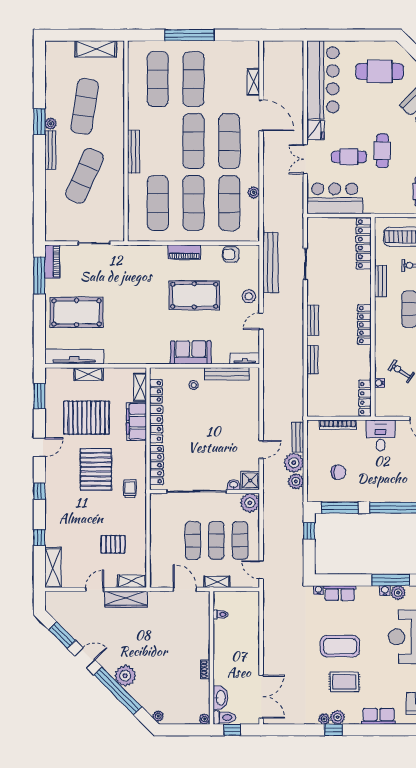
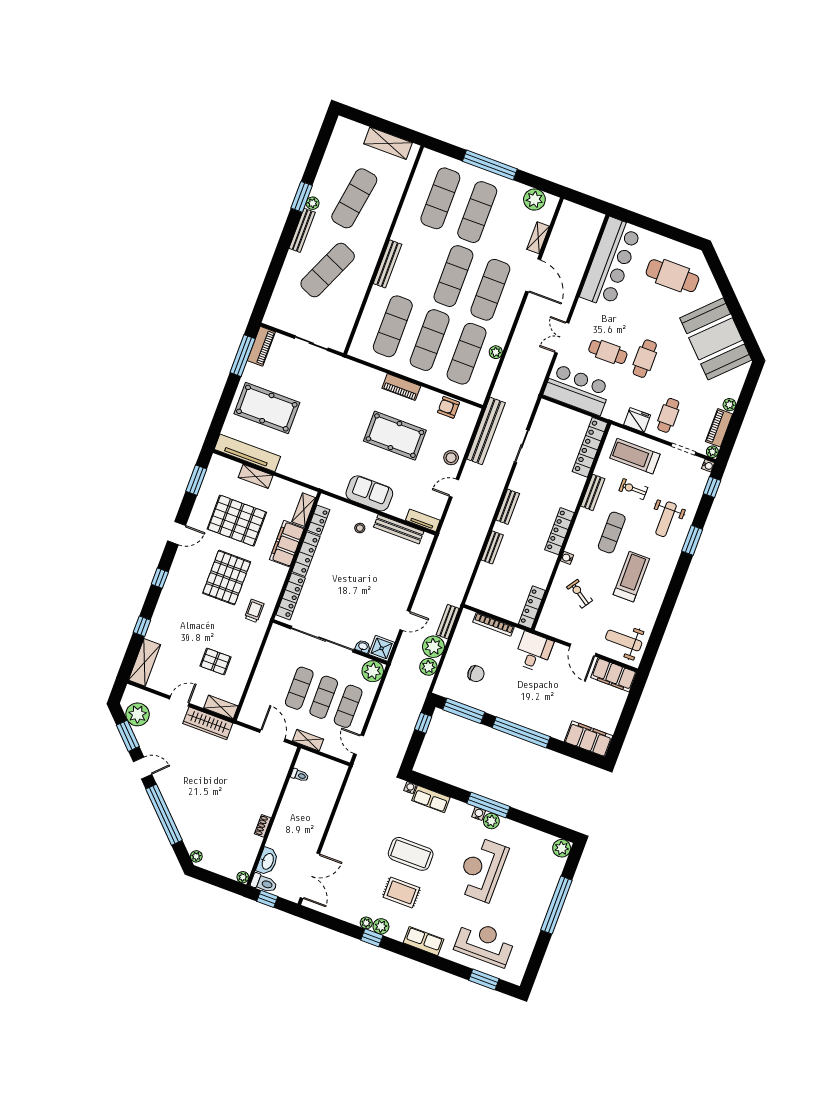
plant: (238, 50) -> (534, 200), added
fridge: (315, 130) -> (637, 420), moved, turned -90
water cooler: (379, 383) -> (567, 558), moved
plant: (125, 676) -> (138, 714), moved

